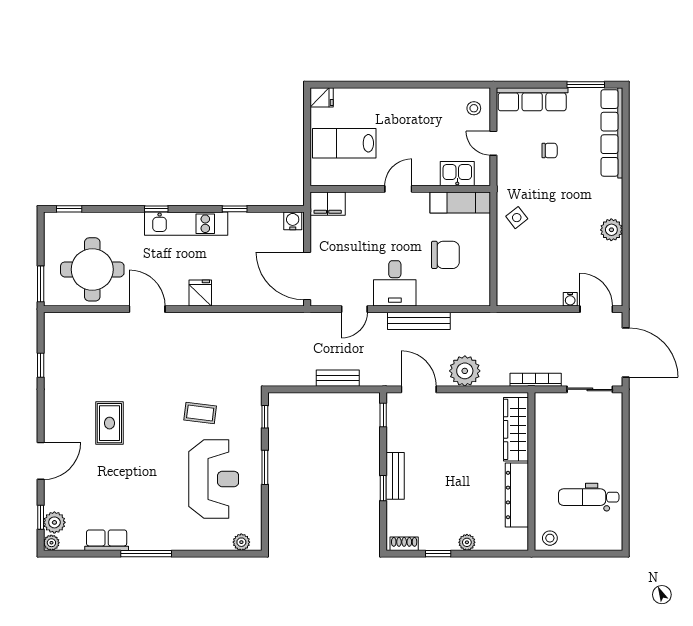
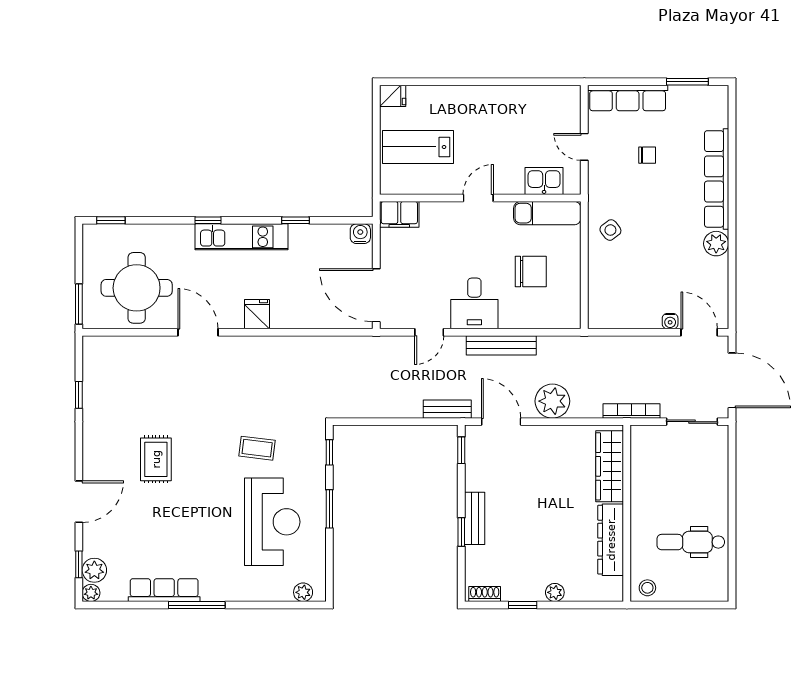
stool: (474, 108) -> (563, 108), removed
row of seats: (612, 133) -> (717, 179), moved
bench: (338, 378) -> (447, 409), moved
row of seats: (107, 540) -> (164, 590), width x1.48

